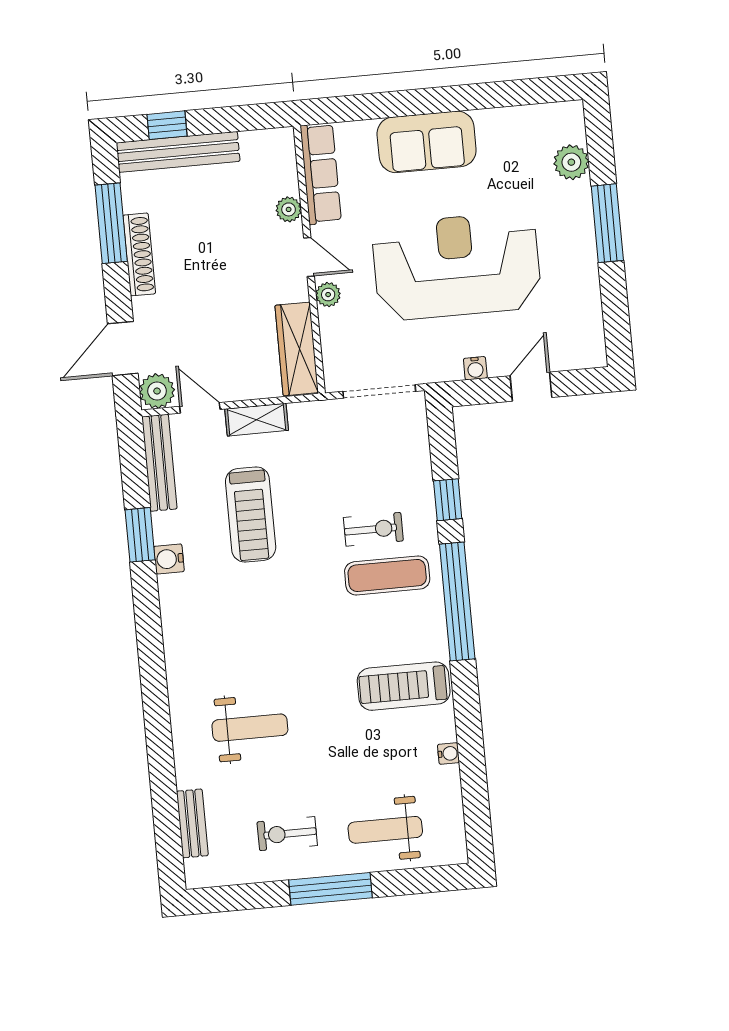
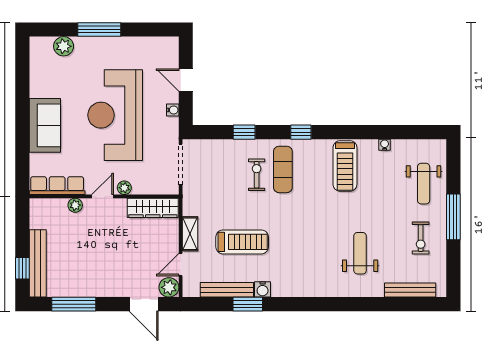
shoe rack: (139, 254) -> (92, 290), removed
bench: (159, 463) -> (227, 290), moved
window: (457, 602) -> (301, 132), width x0.32
bench: (192, 823) -> (410, 290), width x1.36

